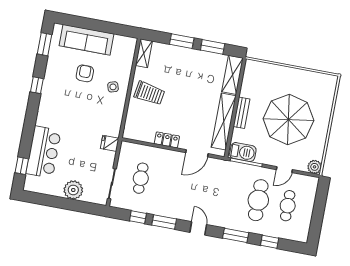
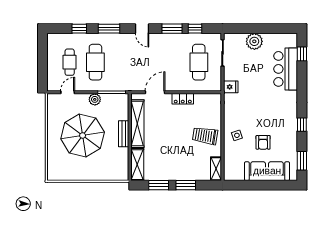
barbecue: (243, 152) -> (116, 101), removed
plant: (315, 167) -> (95, 99), moved
door: (284, 170) -> (68, 92), moved
cafe table: (141, 178) -> (199, 62), width x1.37, depth x1.35

